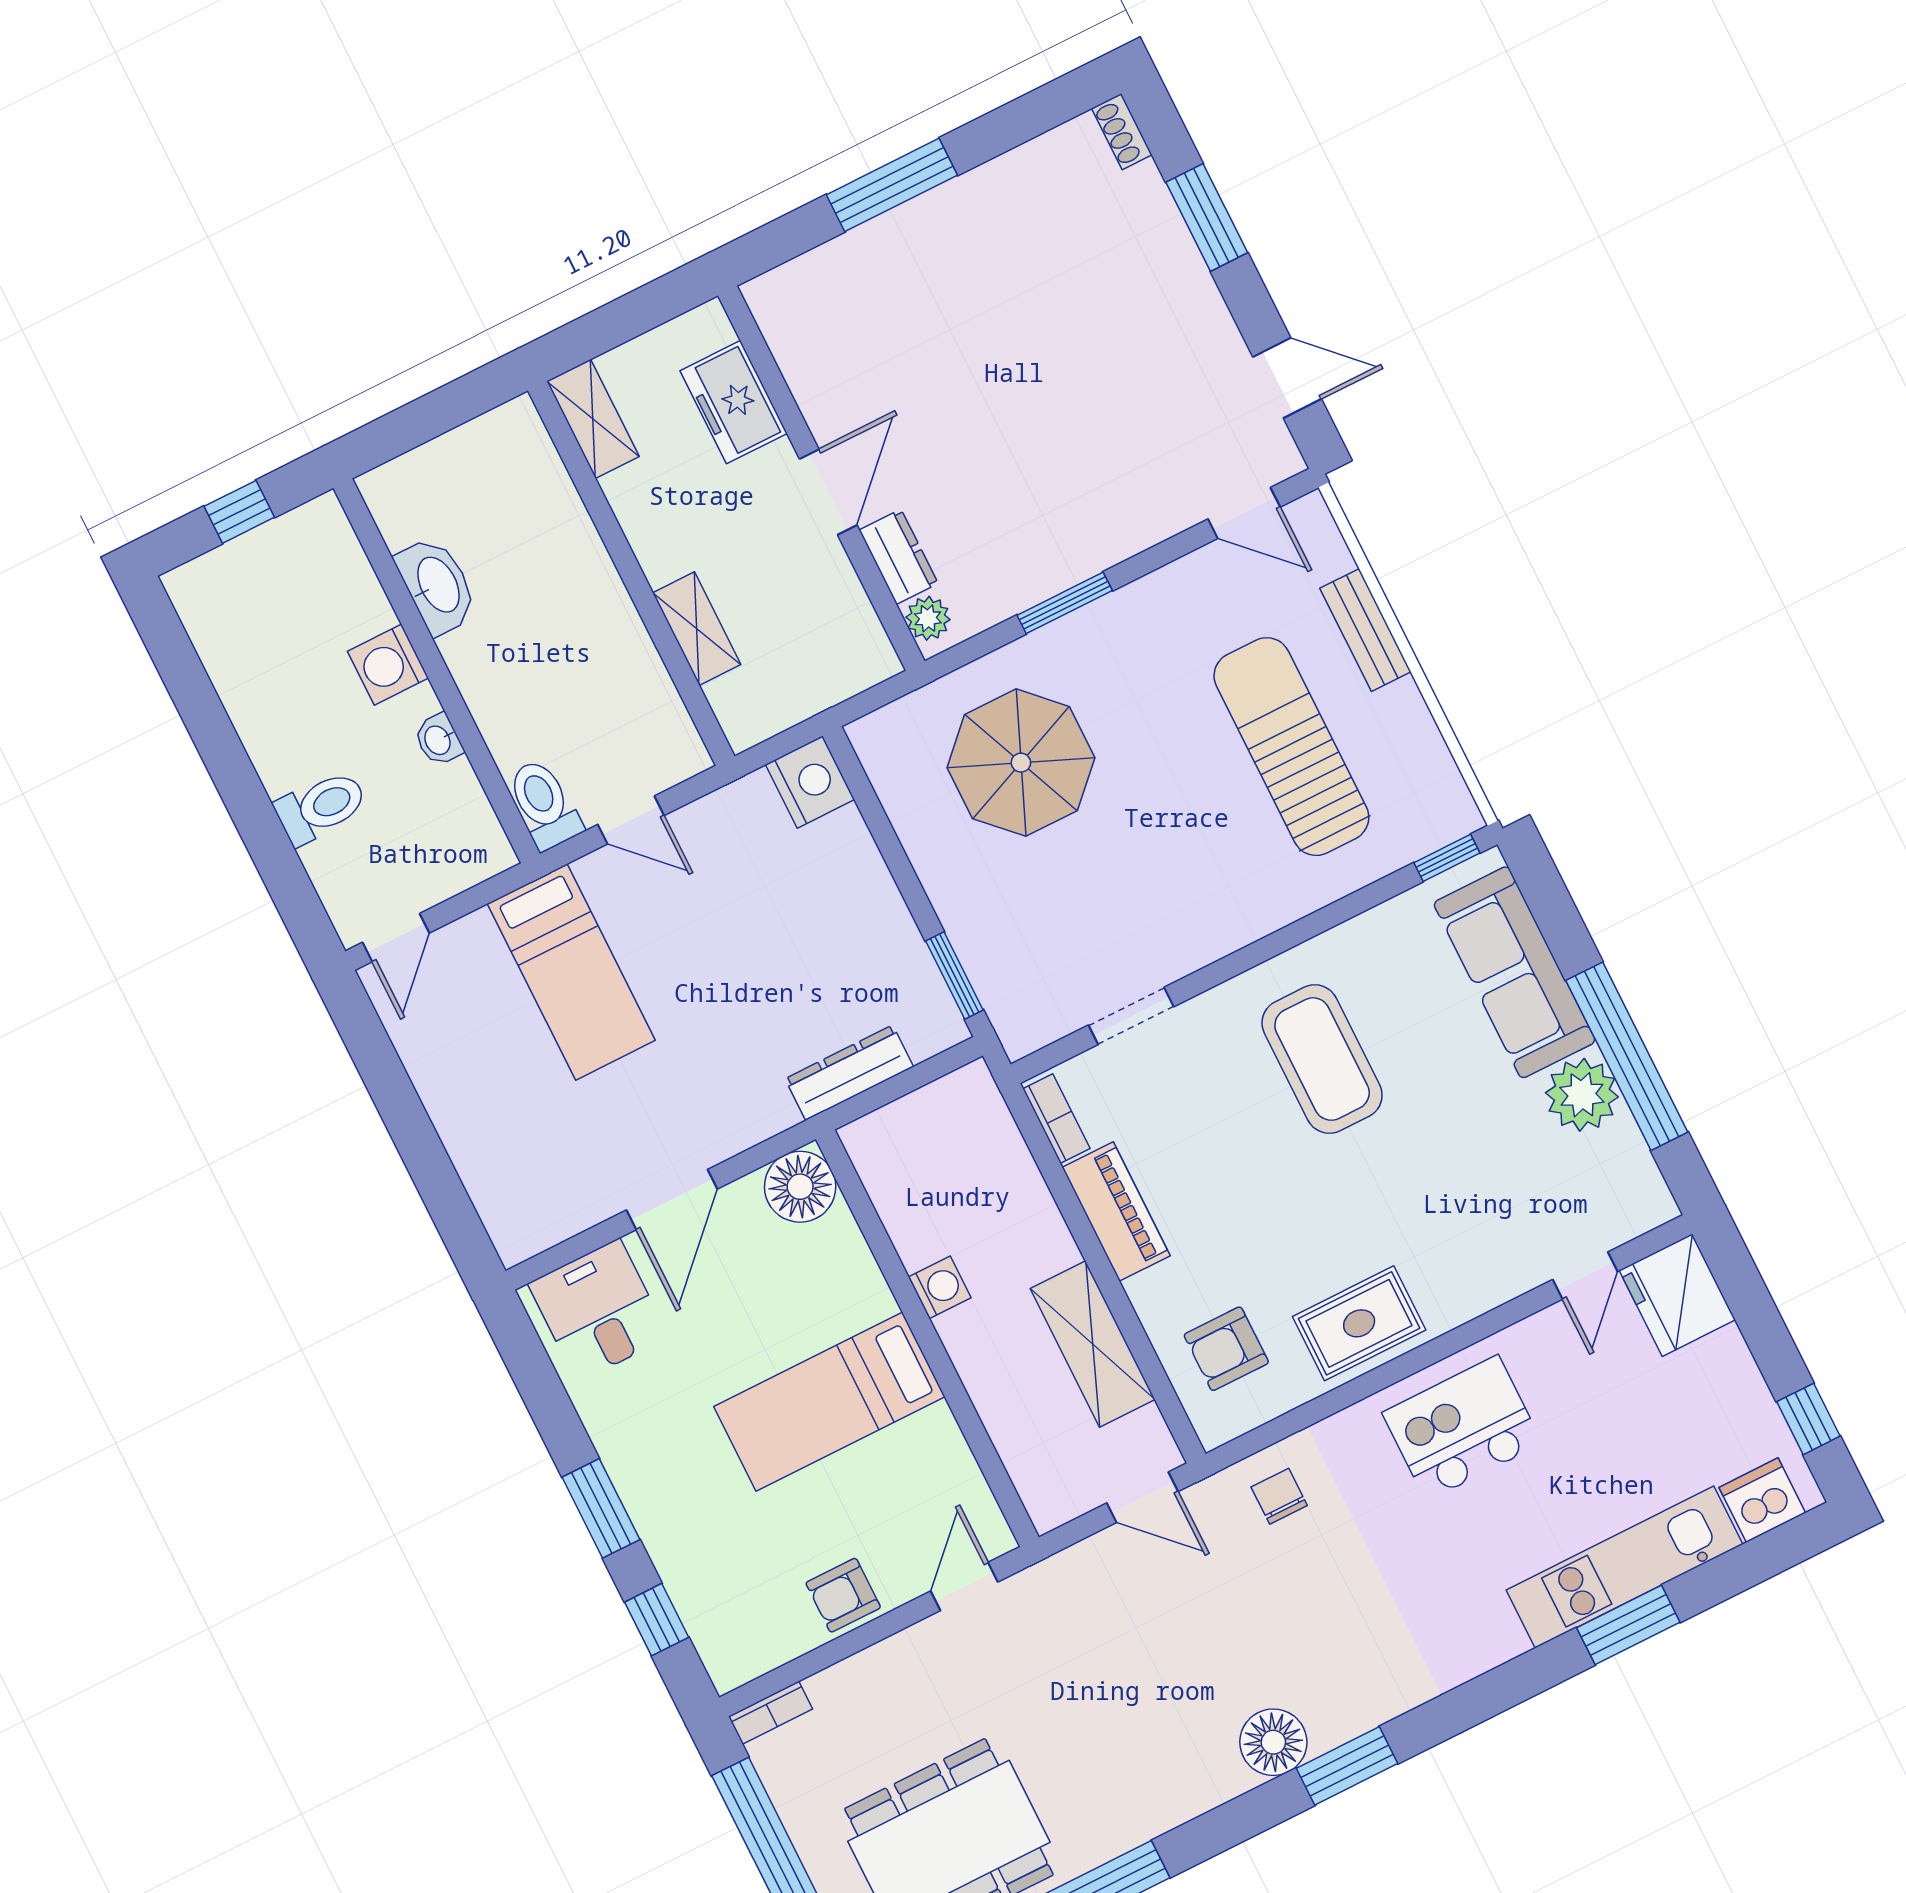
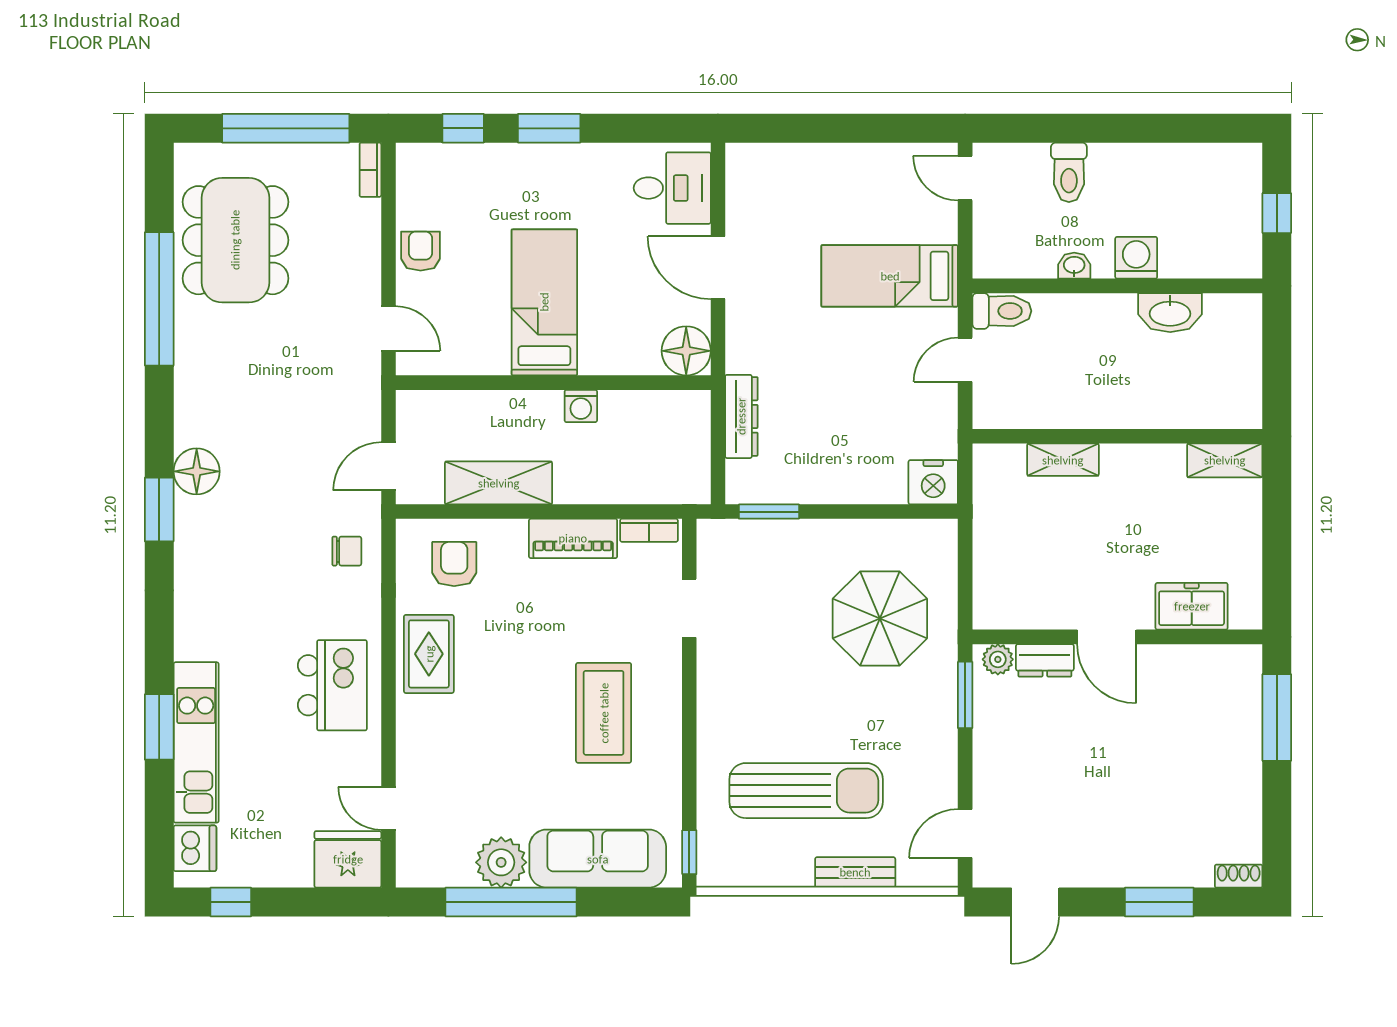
freezer: (734, 402) -> (1192, 606), moved
wall: (821, 478) -> (1117, 637), moved
door: (828, 492) -> (1107, 637), moved
dresser: (899, 557) -> (1045, 660), moved
plant: (928, 618) -> (998, 659), moved
coffee table: (1322, 1059) -> (604, 713), turned 90

